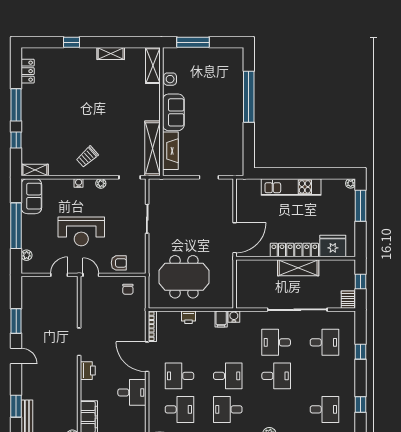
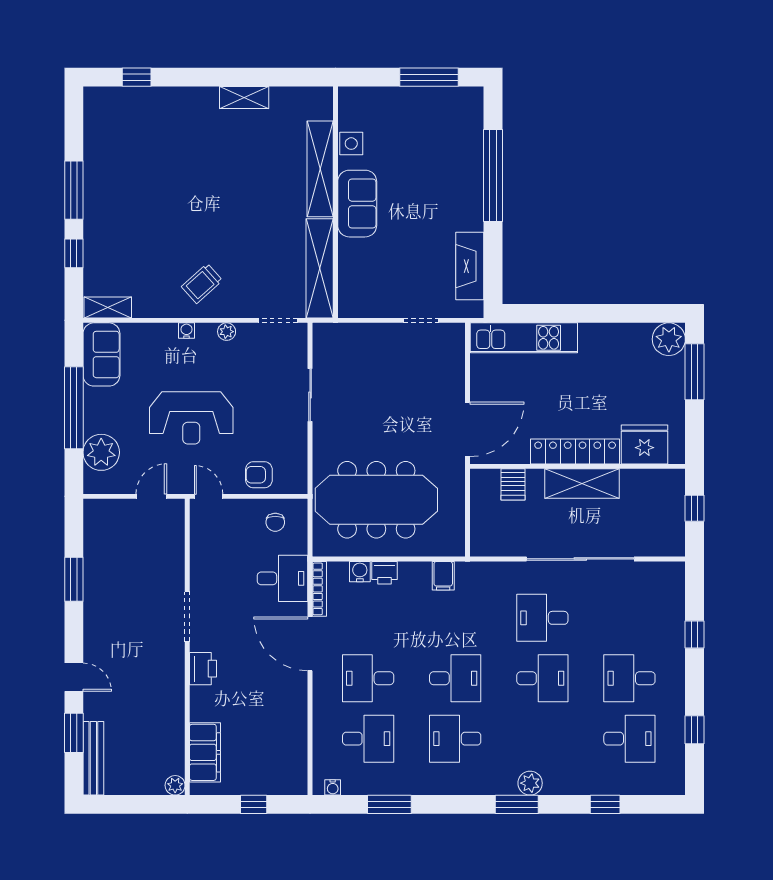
window: (71, 42) -> (137, 77), moved
window: (193, 42) -> (429, 77), moved
shelving: (153, 66) -> (320, 169), moved, width x1.47
locker: (28, 71) -> (95, 129), removed
fireplace: (170, 151) -> (470, 266), moved, turned 180
plant: (351, 183) -> (669, 339), width x1.88, depth x1.88
kitchen unit: (291, 187) -> (524, 338), moved
plant: (27, 255) -> (101, 452), width x1.88, depth x1.88
armchair: (119, 263) -> (259, 475), turned 180
meeting table: (184, 277) -> (376, 500), width x1.36
server rack: (348, 300) -> (513, 484), moved, turned 180
water cooler: (234, 317) -> (360, 572), moved
desk: (324, 342) -> (629, 678), moved, turned 180
door: (16, 356) -> (74, 677), moved
desk: (132, 392) -> (283, 578), moved

